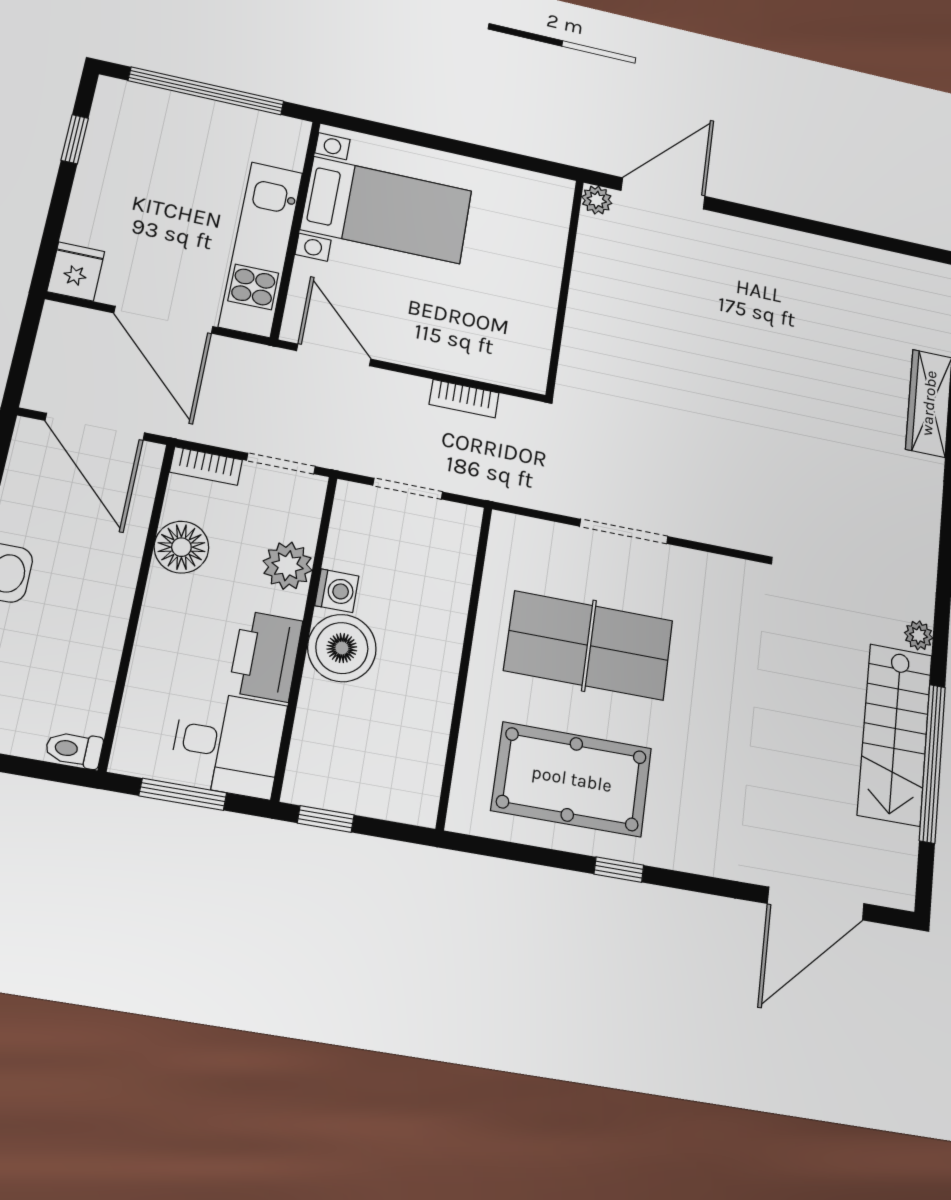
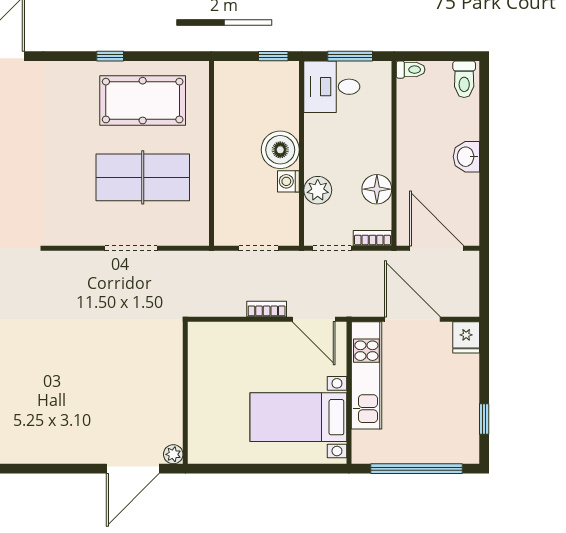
bookcase: (464, 399) -> (267, 309), moved
printer: (266, 656) -> (320, 138), removed

